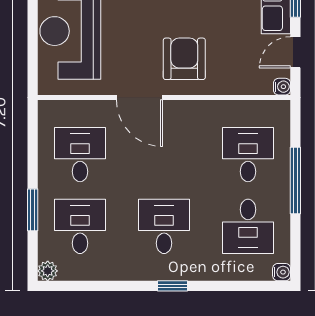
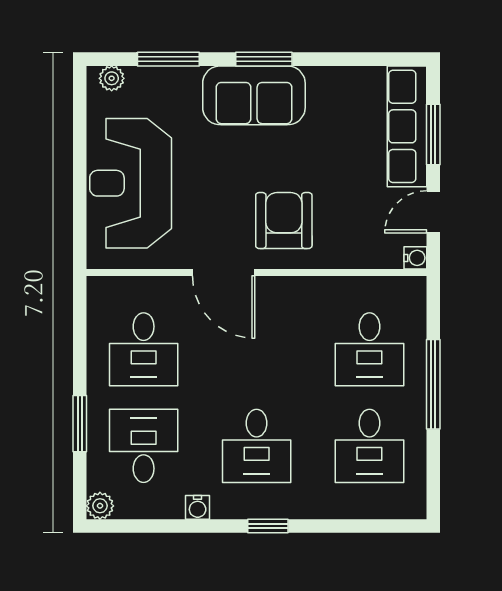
desk: (80, 155) -> (144, 349), turned 180
desk: (248, 155) -> (369, 349), turned 180
desk: (164, 226) -> (257, 446), turned 180
water cooler: (282, 272) -> (198, 507), moved, turned 90

